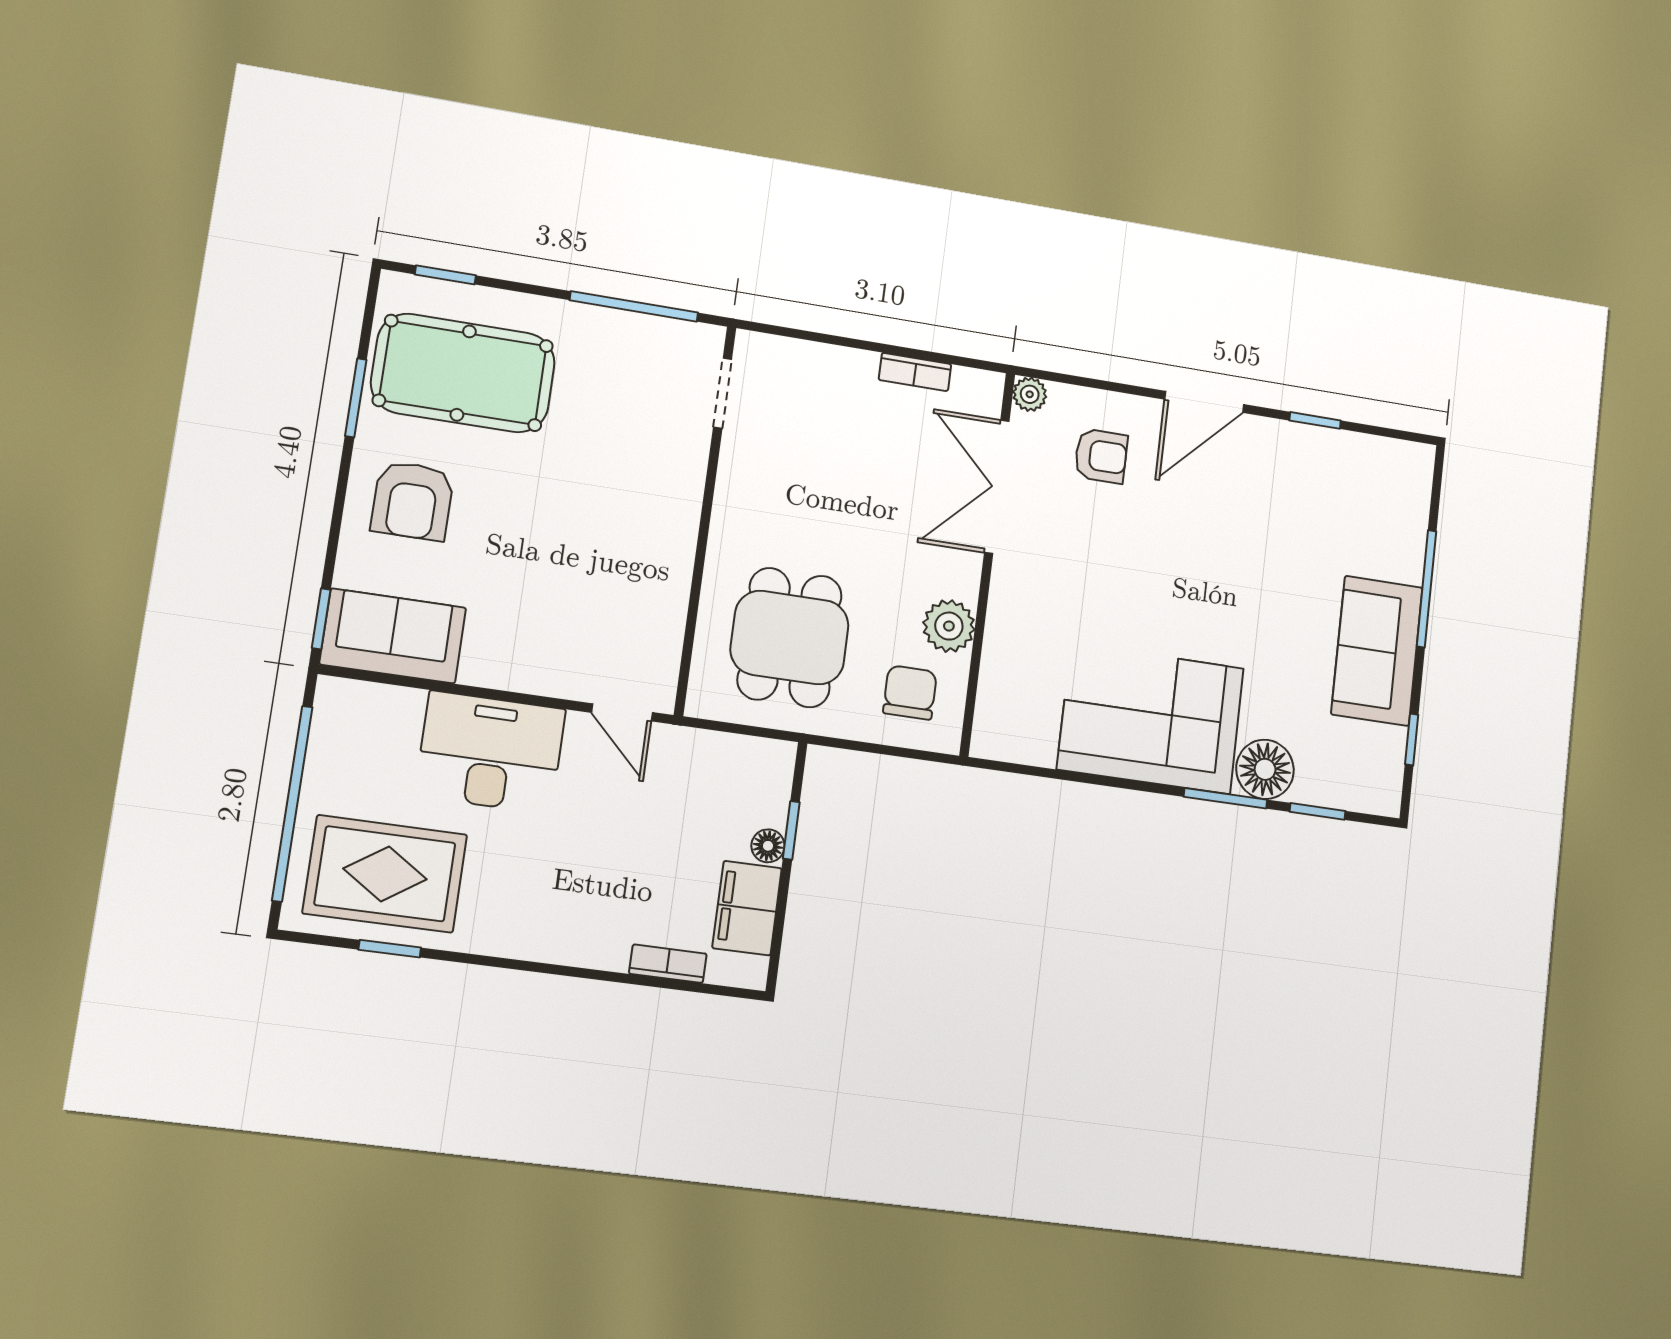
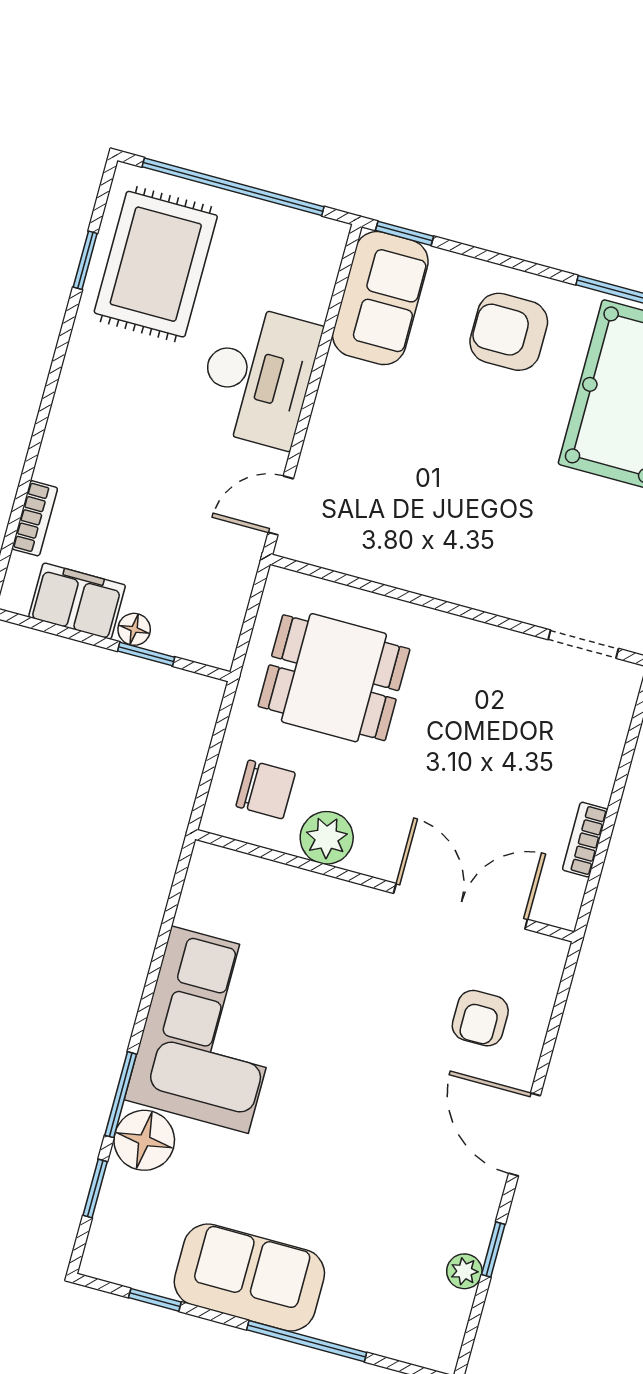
plant: (1030, 394) -> (464, 1271), moved

